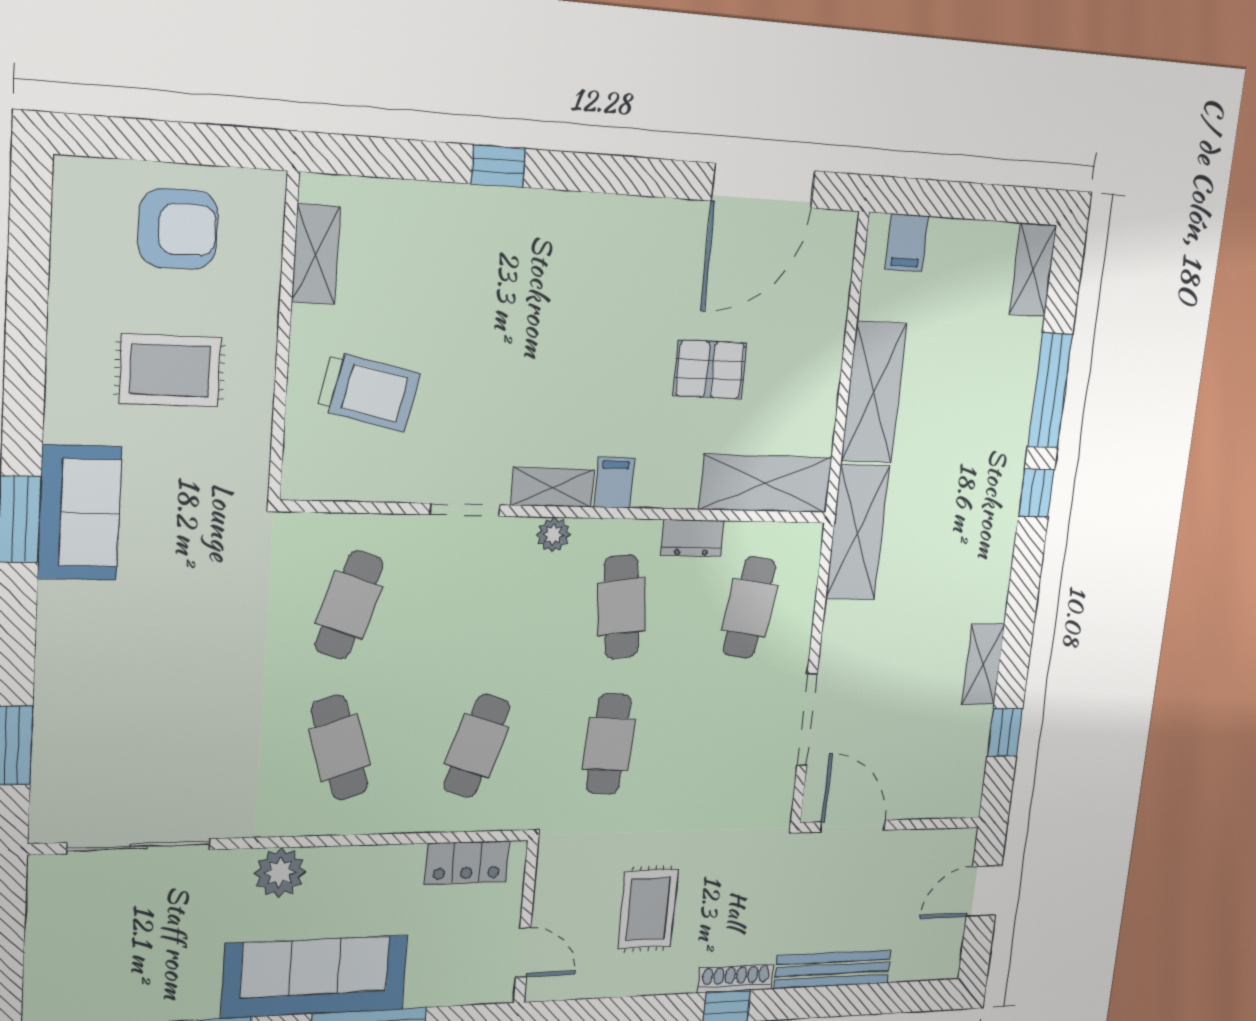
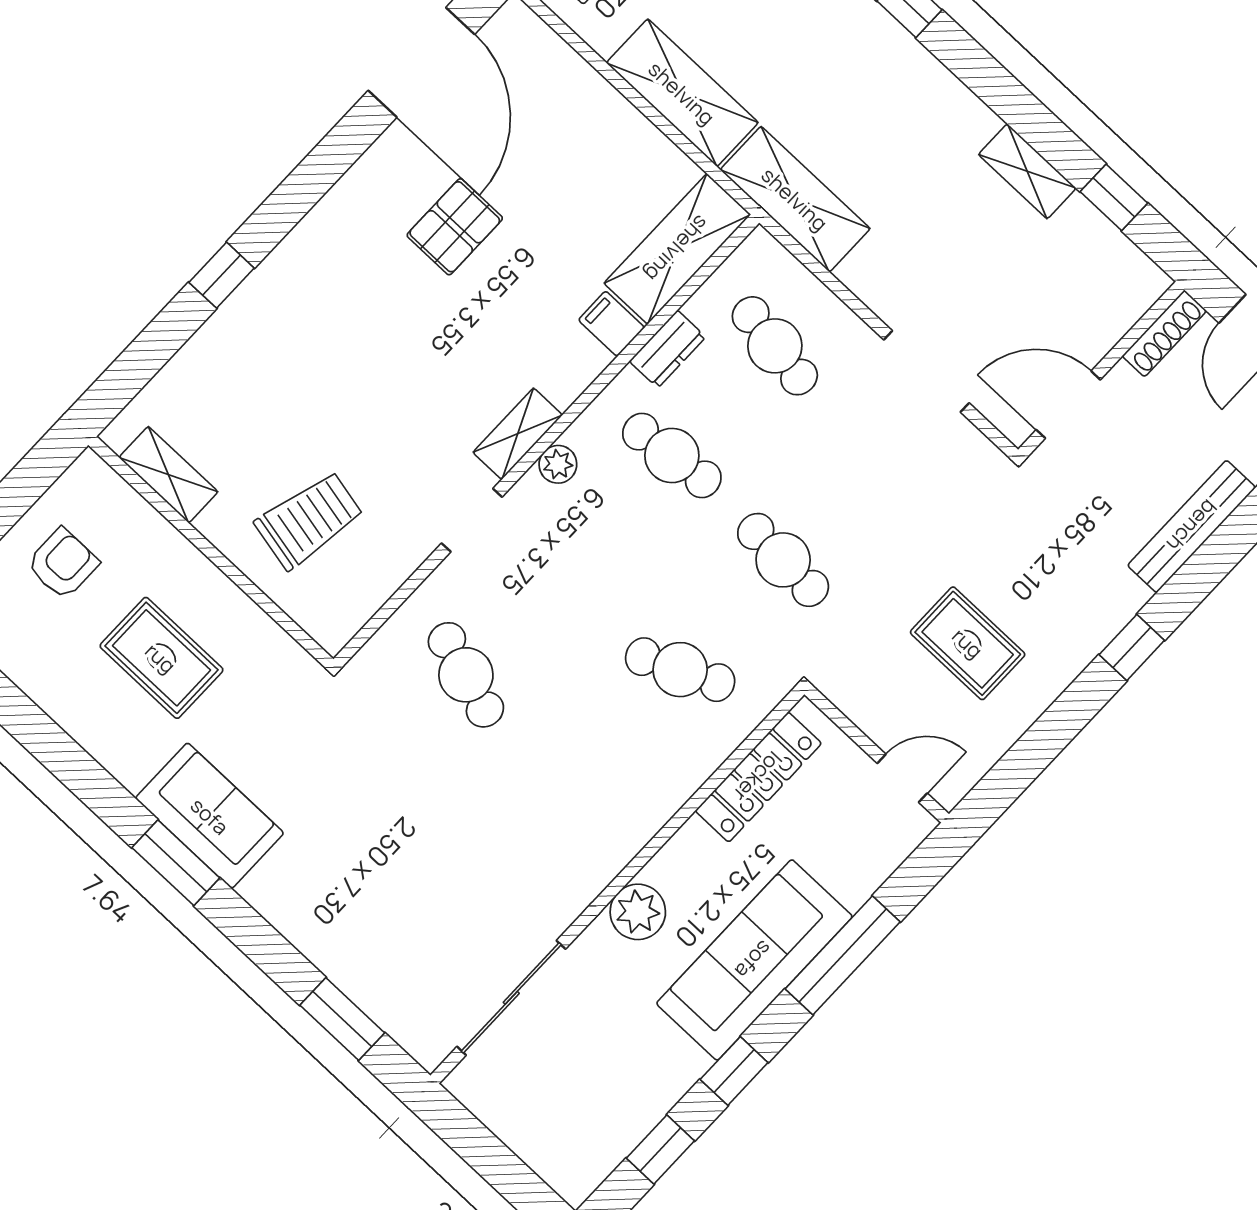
armchair: (178, 229) -> (63, 564), width x0.72, depth x0.72
pallet: (710, 369) -> (455, 227), moved
rug: (170, 370) -> (161, 658), turned 90
filing cabinet: (614, 482) -> (611, 324), moved
cafe table: (477, 746) -> (680, 670), turned -42
cafe table: (339, 748) -> (577, 779), removed
locker: (467, 863) -> (758, 777), width x1.53
shoe rack: (736, 978) -> (1164, 333), moved, turned 180

